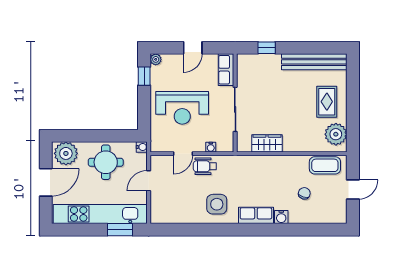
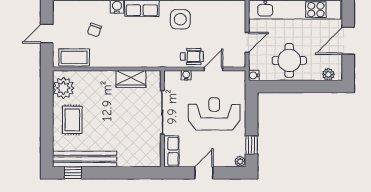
window: (267, 48) -> (73, 173), moved
plant: (66, 153) -> (328, 74), width x0.53, depth x0.53

